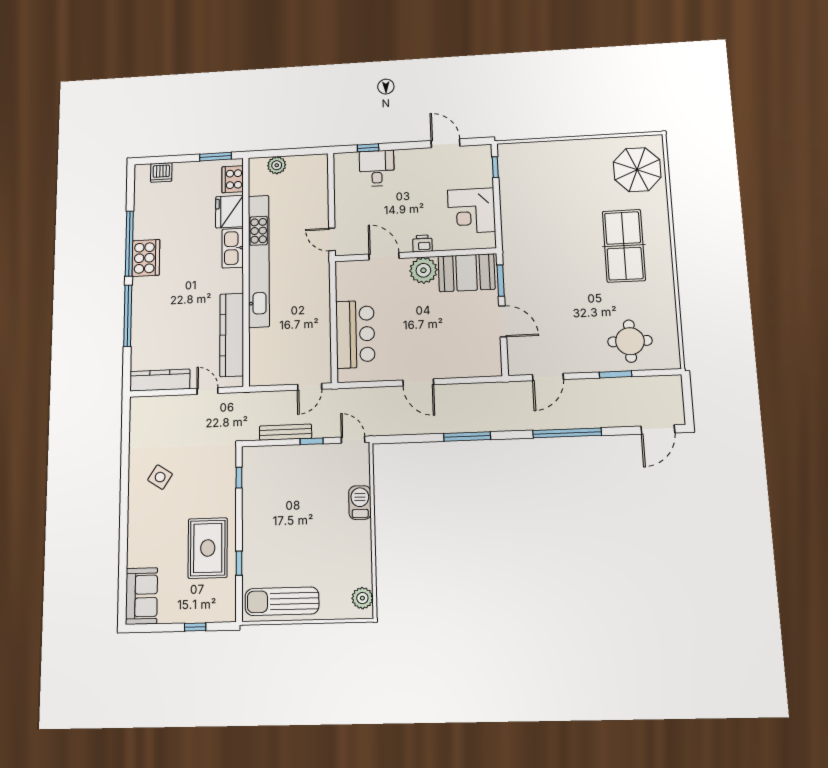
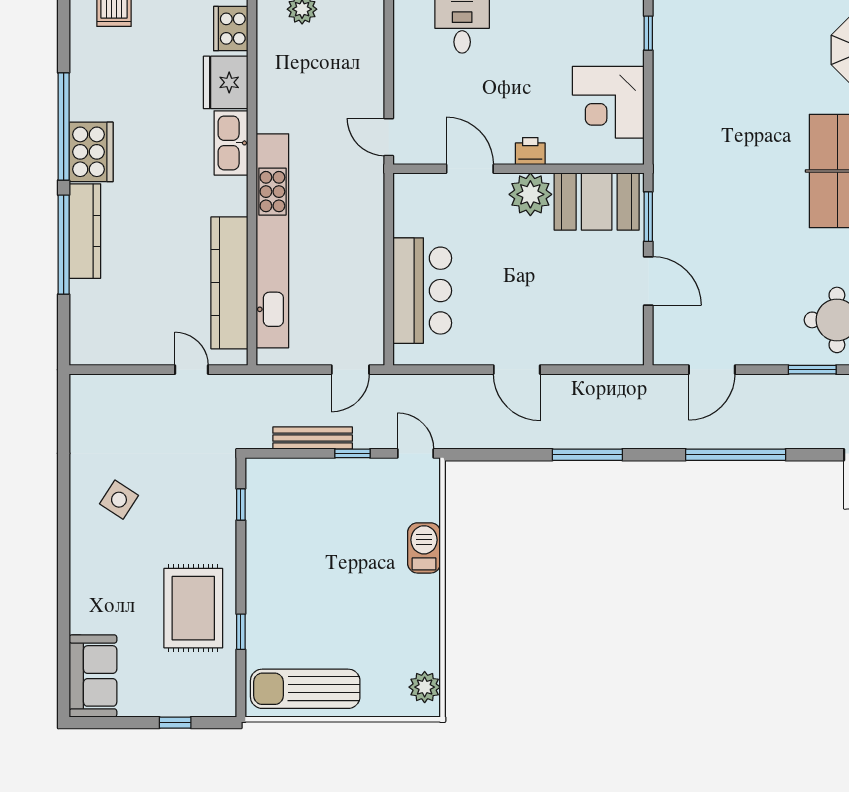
kitchen unit: (259, 261) -> (272, 241), moved
kitchen counter: (160, 380) -> (85, 231), moved, turned 90

